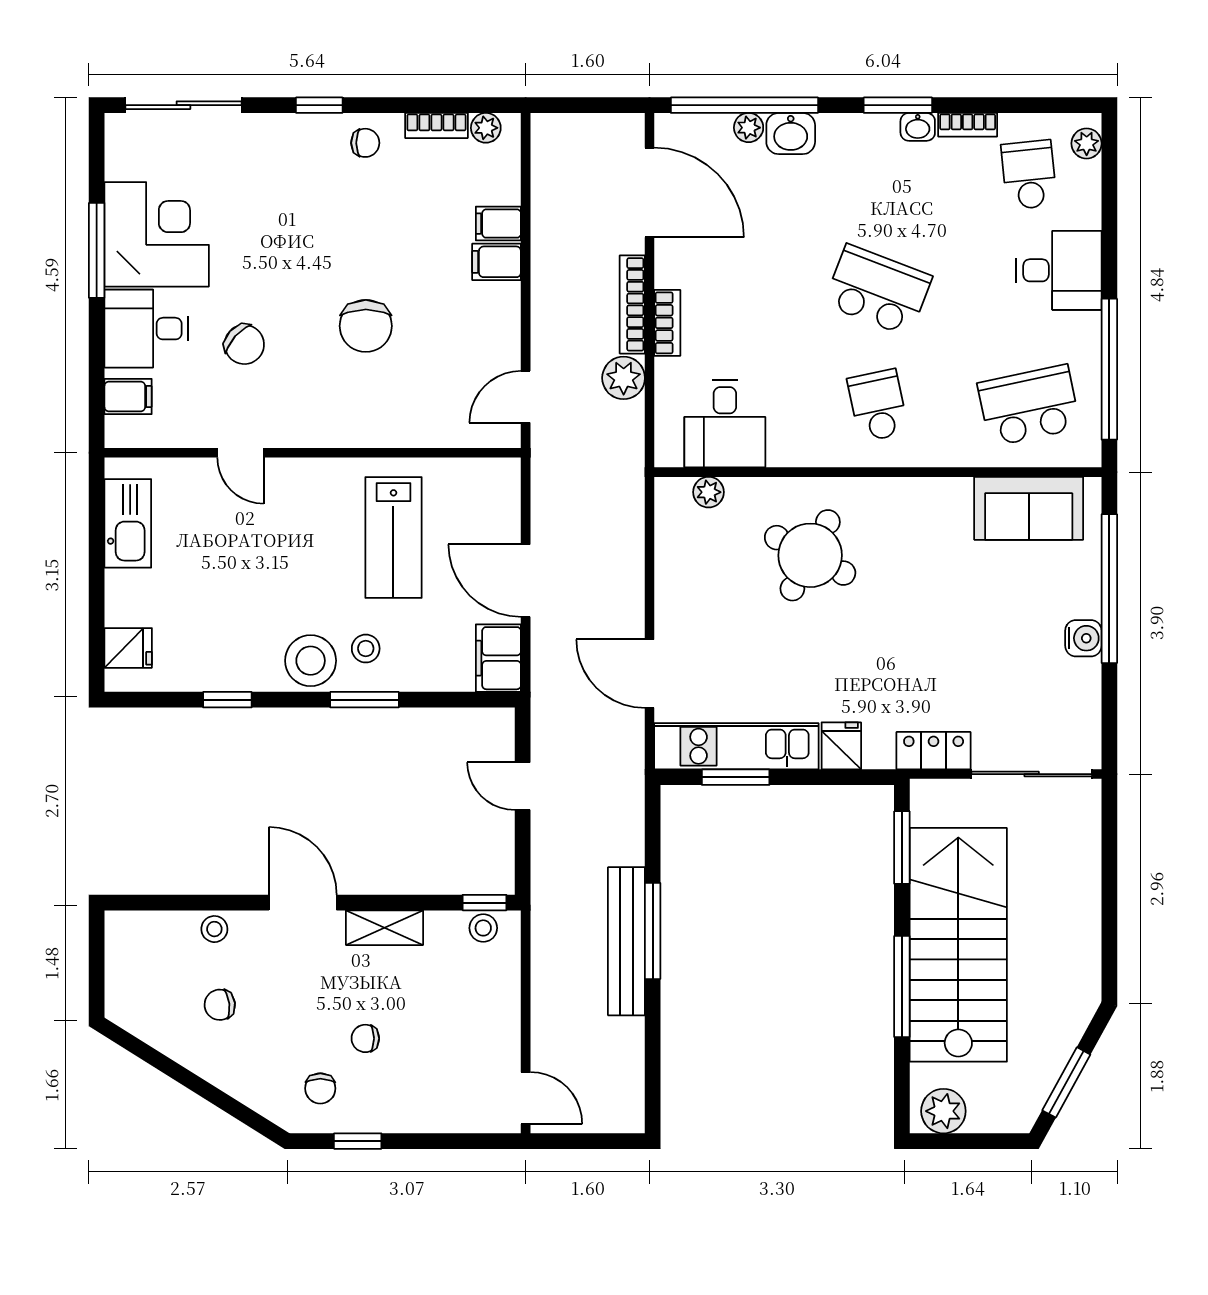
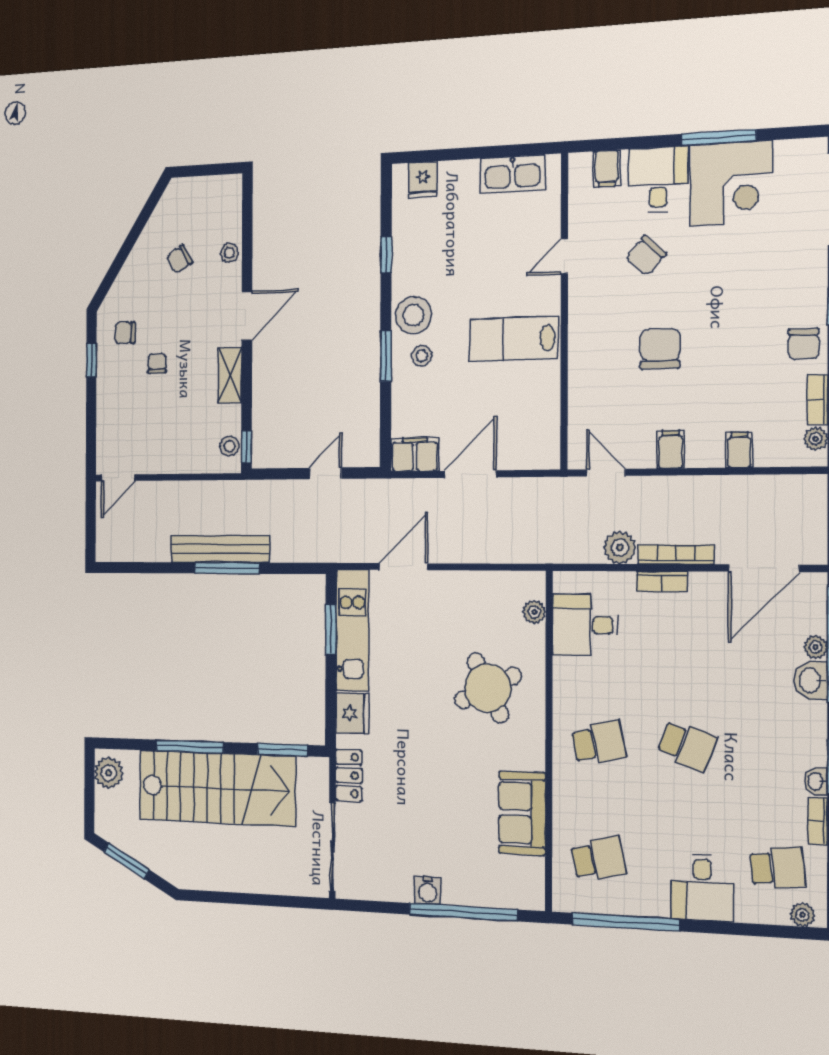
chair: (365, 143) -> (804, 344), width x1.37, depth x1.37
filing cabinet: (497, 262) -> (671, 449), moved
school desk: (878, 290) -> (687, 745), width x0.54
chair: (366, 326) -> (660, 349), turned 90
school desk: (1029, 406) -> (598, 859), width x0.54
sofa: (1029, 508) -> (522, 813), moved
lab bench: (393, 537) -> (514, 339), moved
round table: (810, 555) -> (488, 688), turned 36
fridge: (841, 746) -> (352, 713), width x1.38
chair: (220, 1005) -> (180, 259), turned -113

